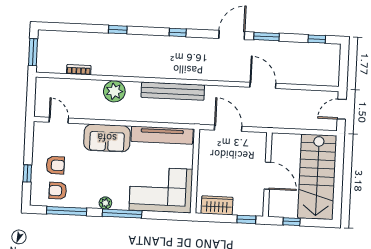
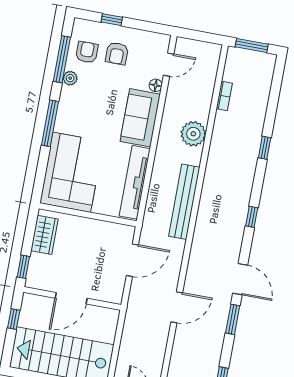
floor lamp: (78, 129) -> (156, 85), added
plant: (105, 203) -> (70, 78), moved

